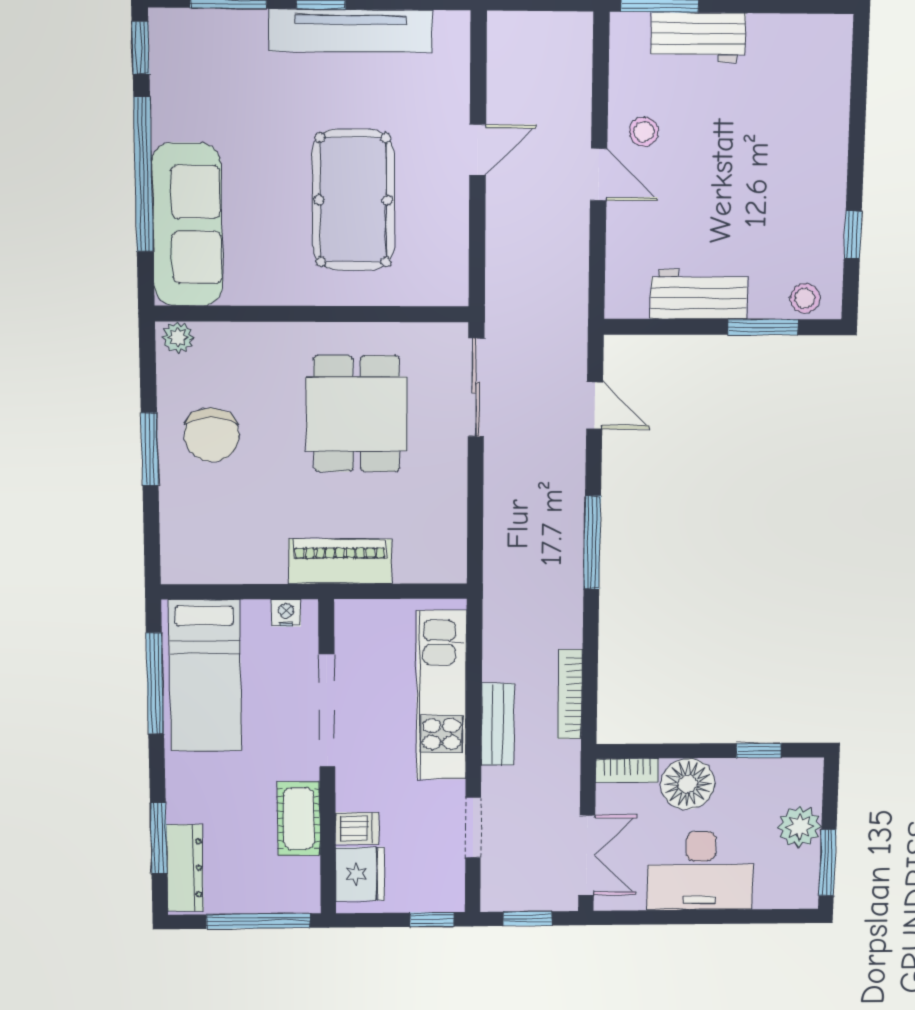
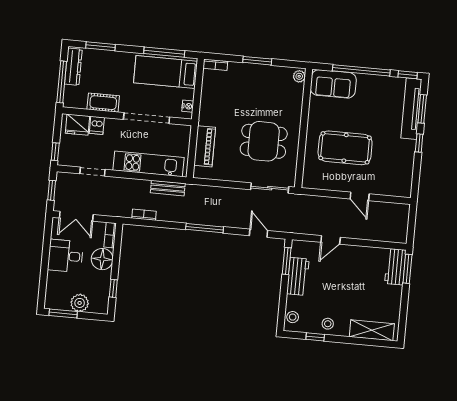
tv unit: (351, 31) -> (411, 109), moved
workbench: (698, 38) -> (395, 267), moved
shelving: (828, 86) -> (372, 330), added
stool: (644, 132) -> (328, 324), moved
door: (599, 175) -> (331, 240), moved
sofa: (187, 225) -> (333, 84), width x0.73
window: (763, 327) -> (287, 261), moved
door: (595, 405) -> (259, 233), swing flipped
chair: (212, 435) -> (261, 85), removed
bookcase: (172, 554) -> (215, 65), added
piano: (340, 561) -> (205, 146), moved
bookcase: (570, 694) -> (144, 215), width x0.64
bench: (498, 724) -> (168, 188), moved
dresser: (185, 868) -> (73, 67), moved, turned -90
desk: (700, 871) -> (65, 256), width x0.73

